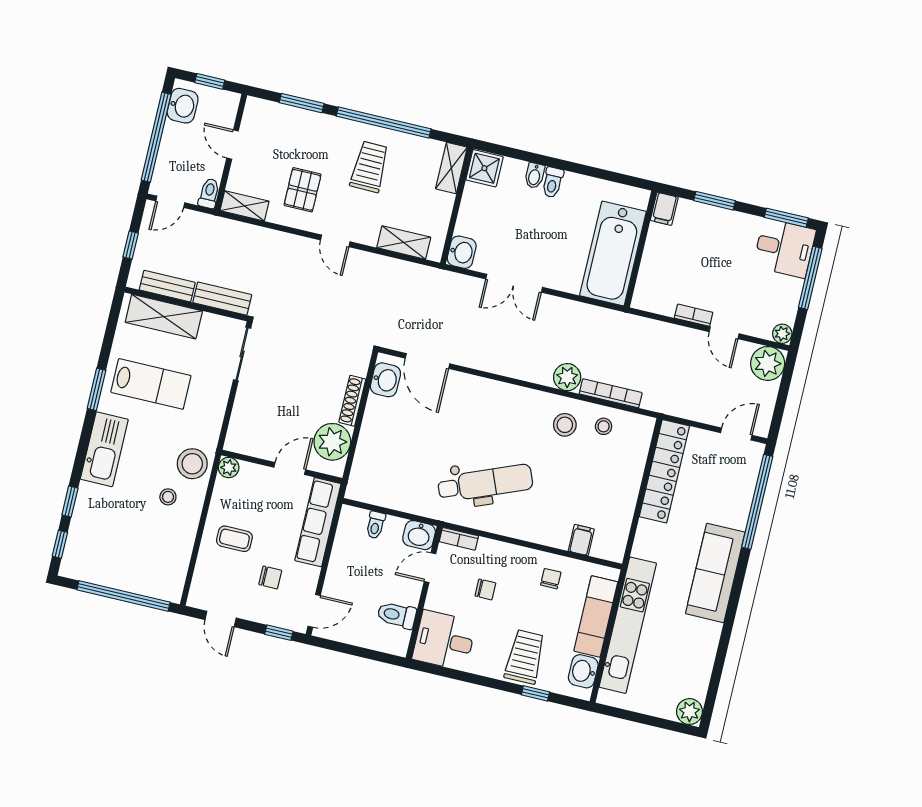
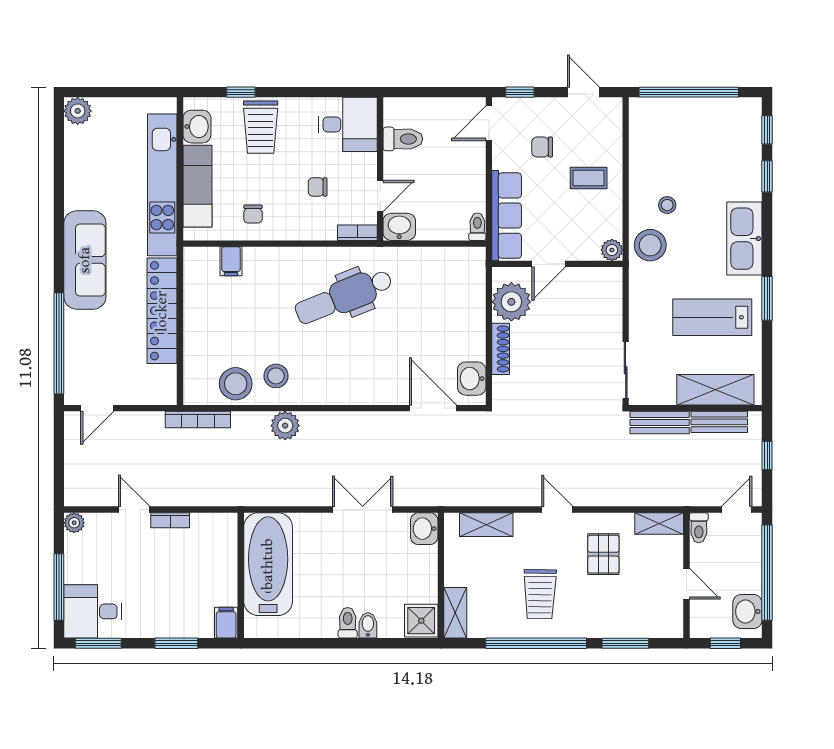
plant: (768, 363) -> (82, 488), removed
bookcase: (611, 393) -> (198, 420), moved
stool: (604, 426) -> (236, 384), width x1.89, depth x1.89
locker: (664, 471) -> (162, 311), moved
toilet: (376, 525) -> (477, 227), moved

